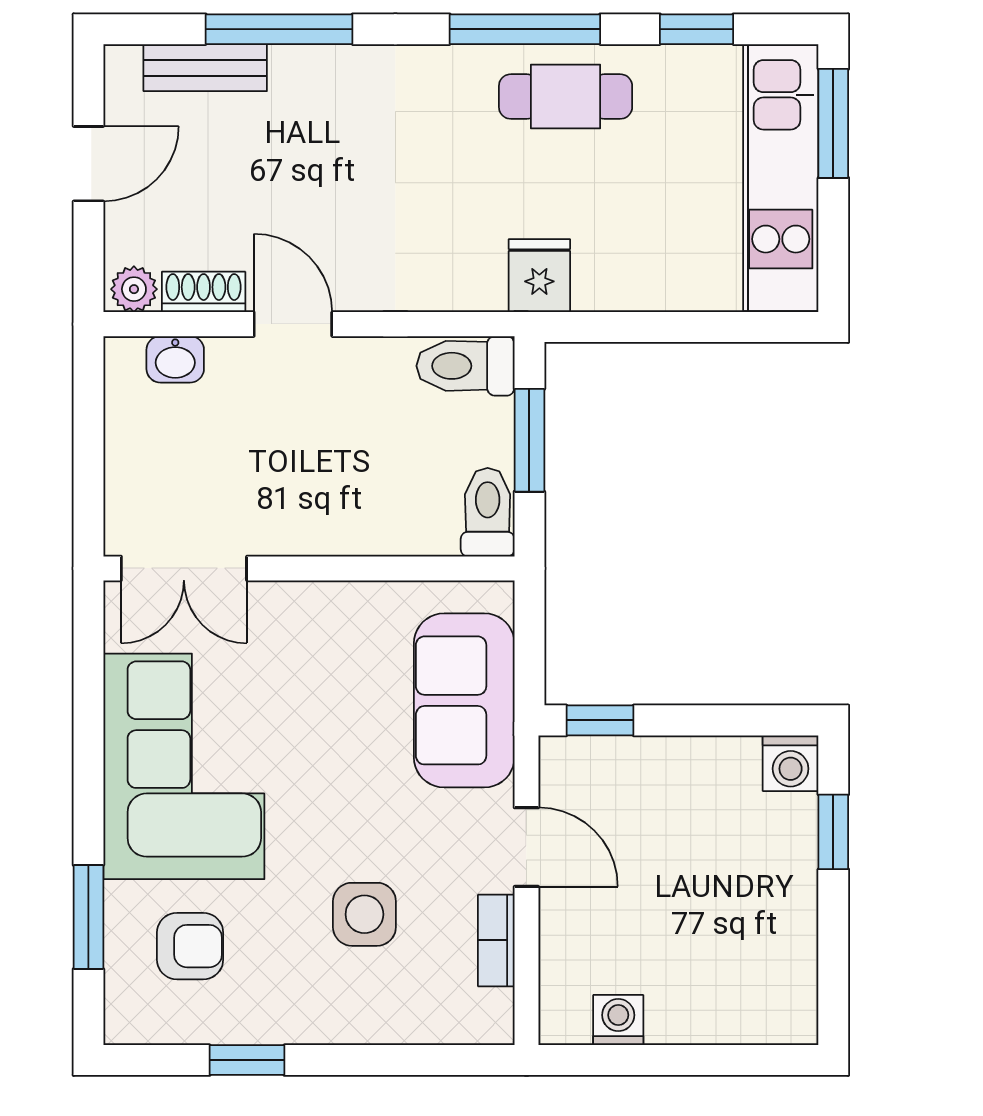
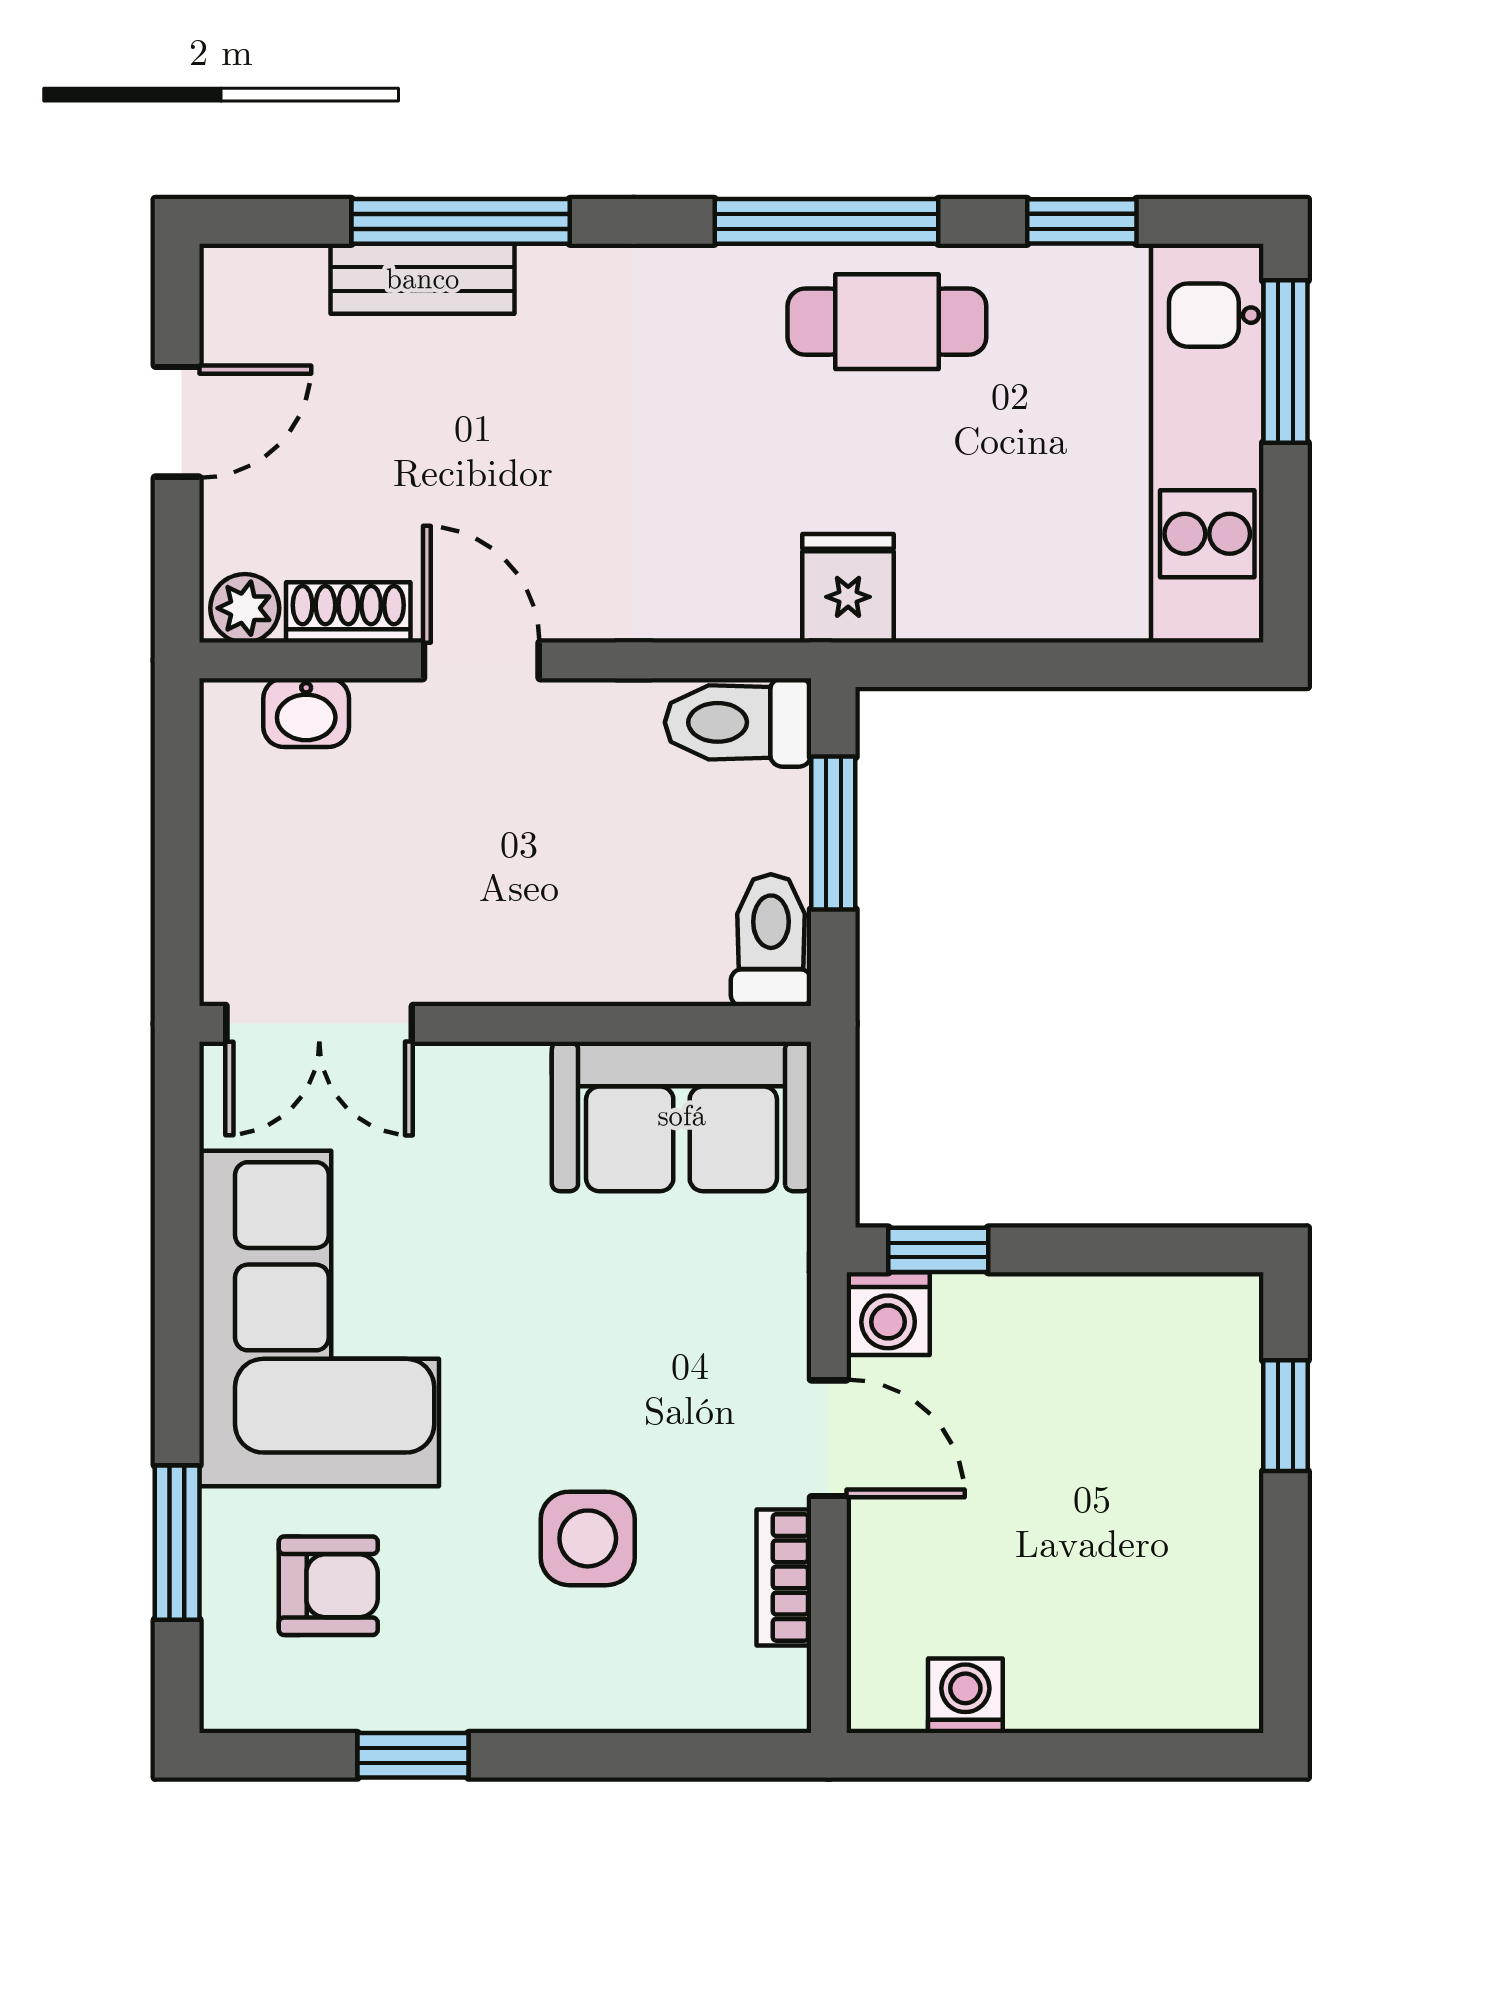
bench: (205, 68) -> (423, 279), moved
sofa: (464, 700) -> (682, 1116), moved, turned -90
washing machine: (791, 763) -> (888, 1314), moved

